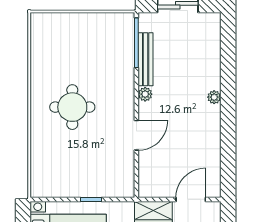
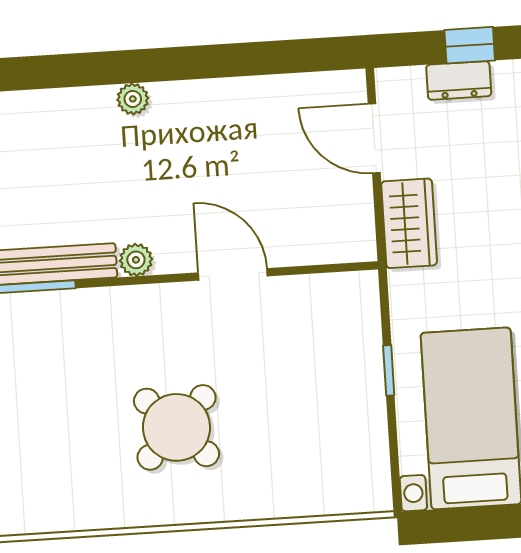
round table: (72, 107) -> (177, 427), turned 45

